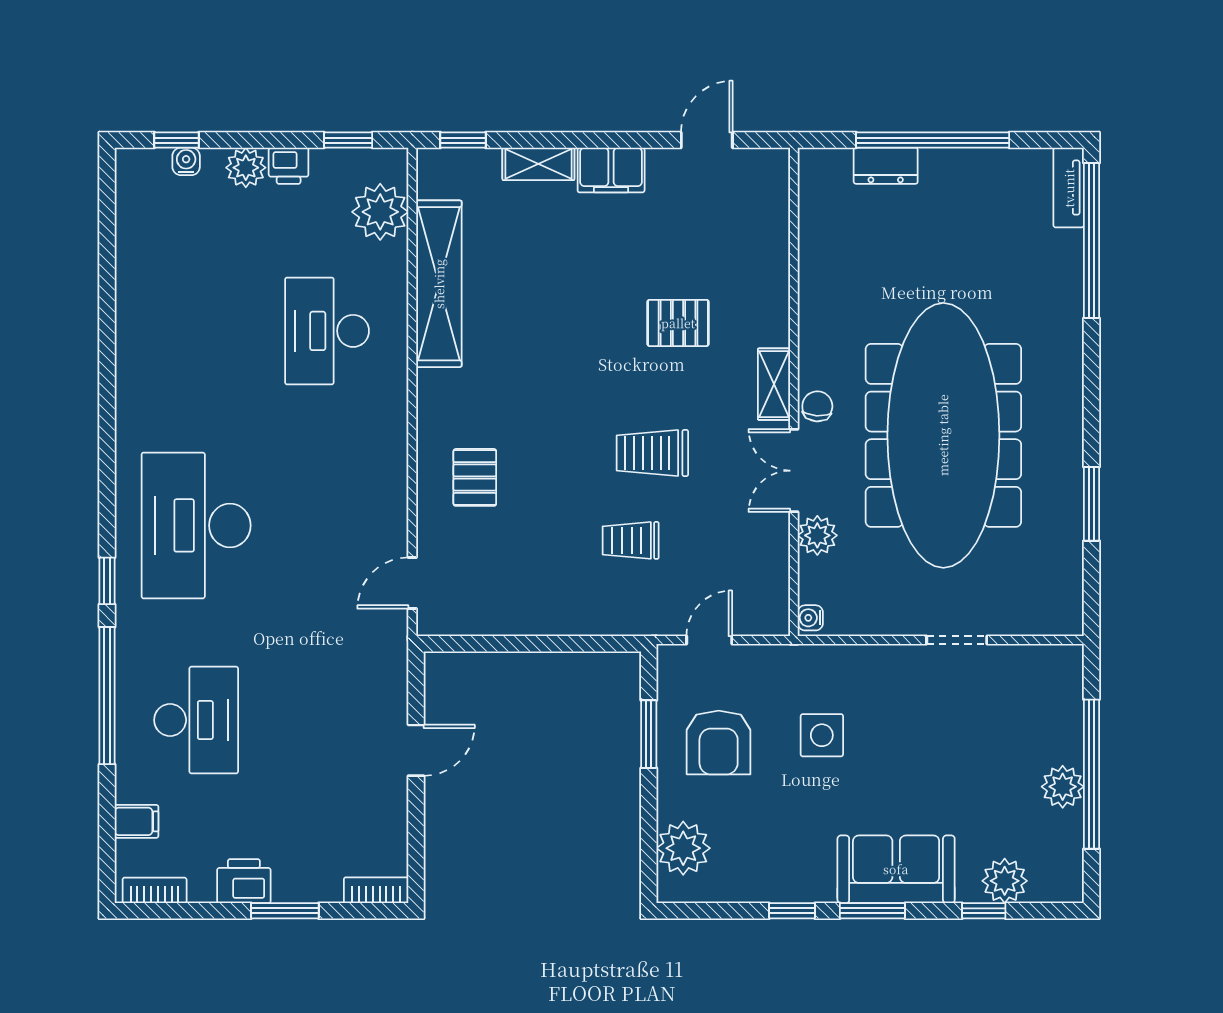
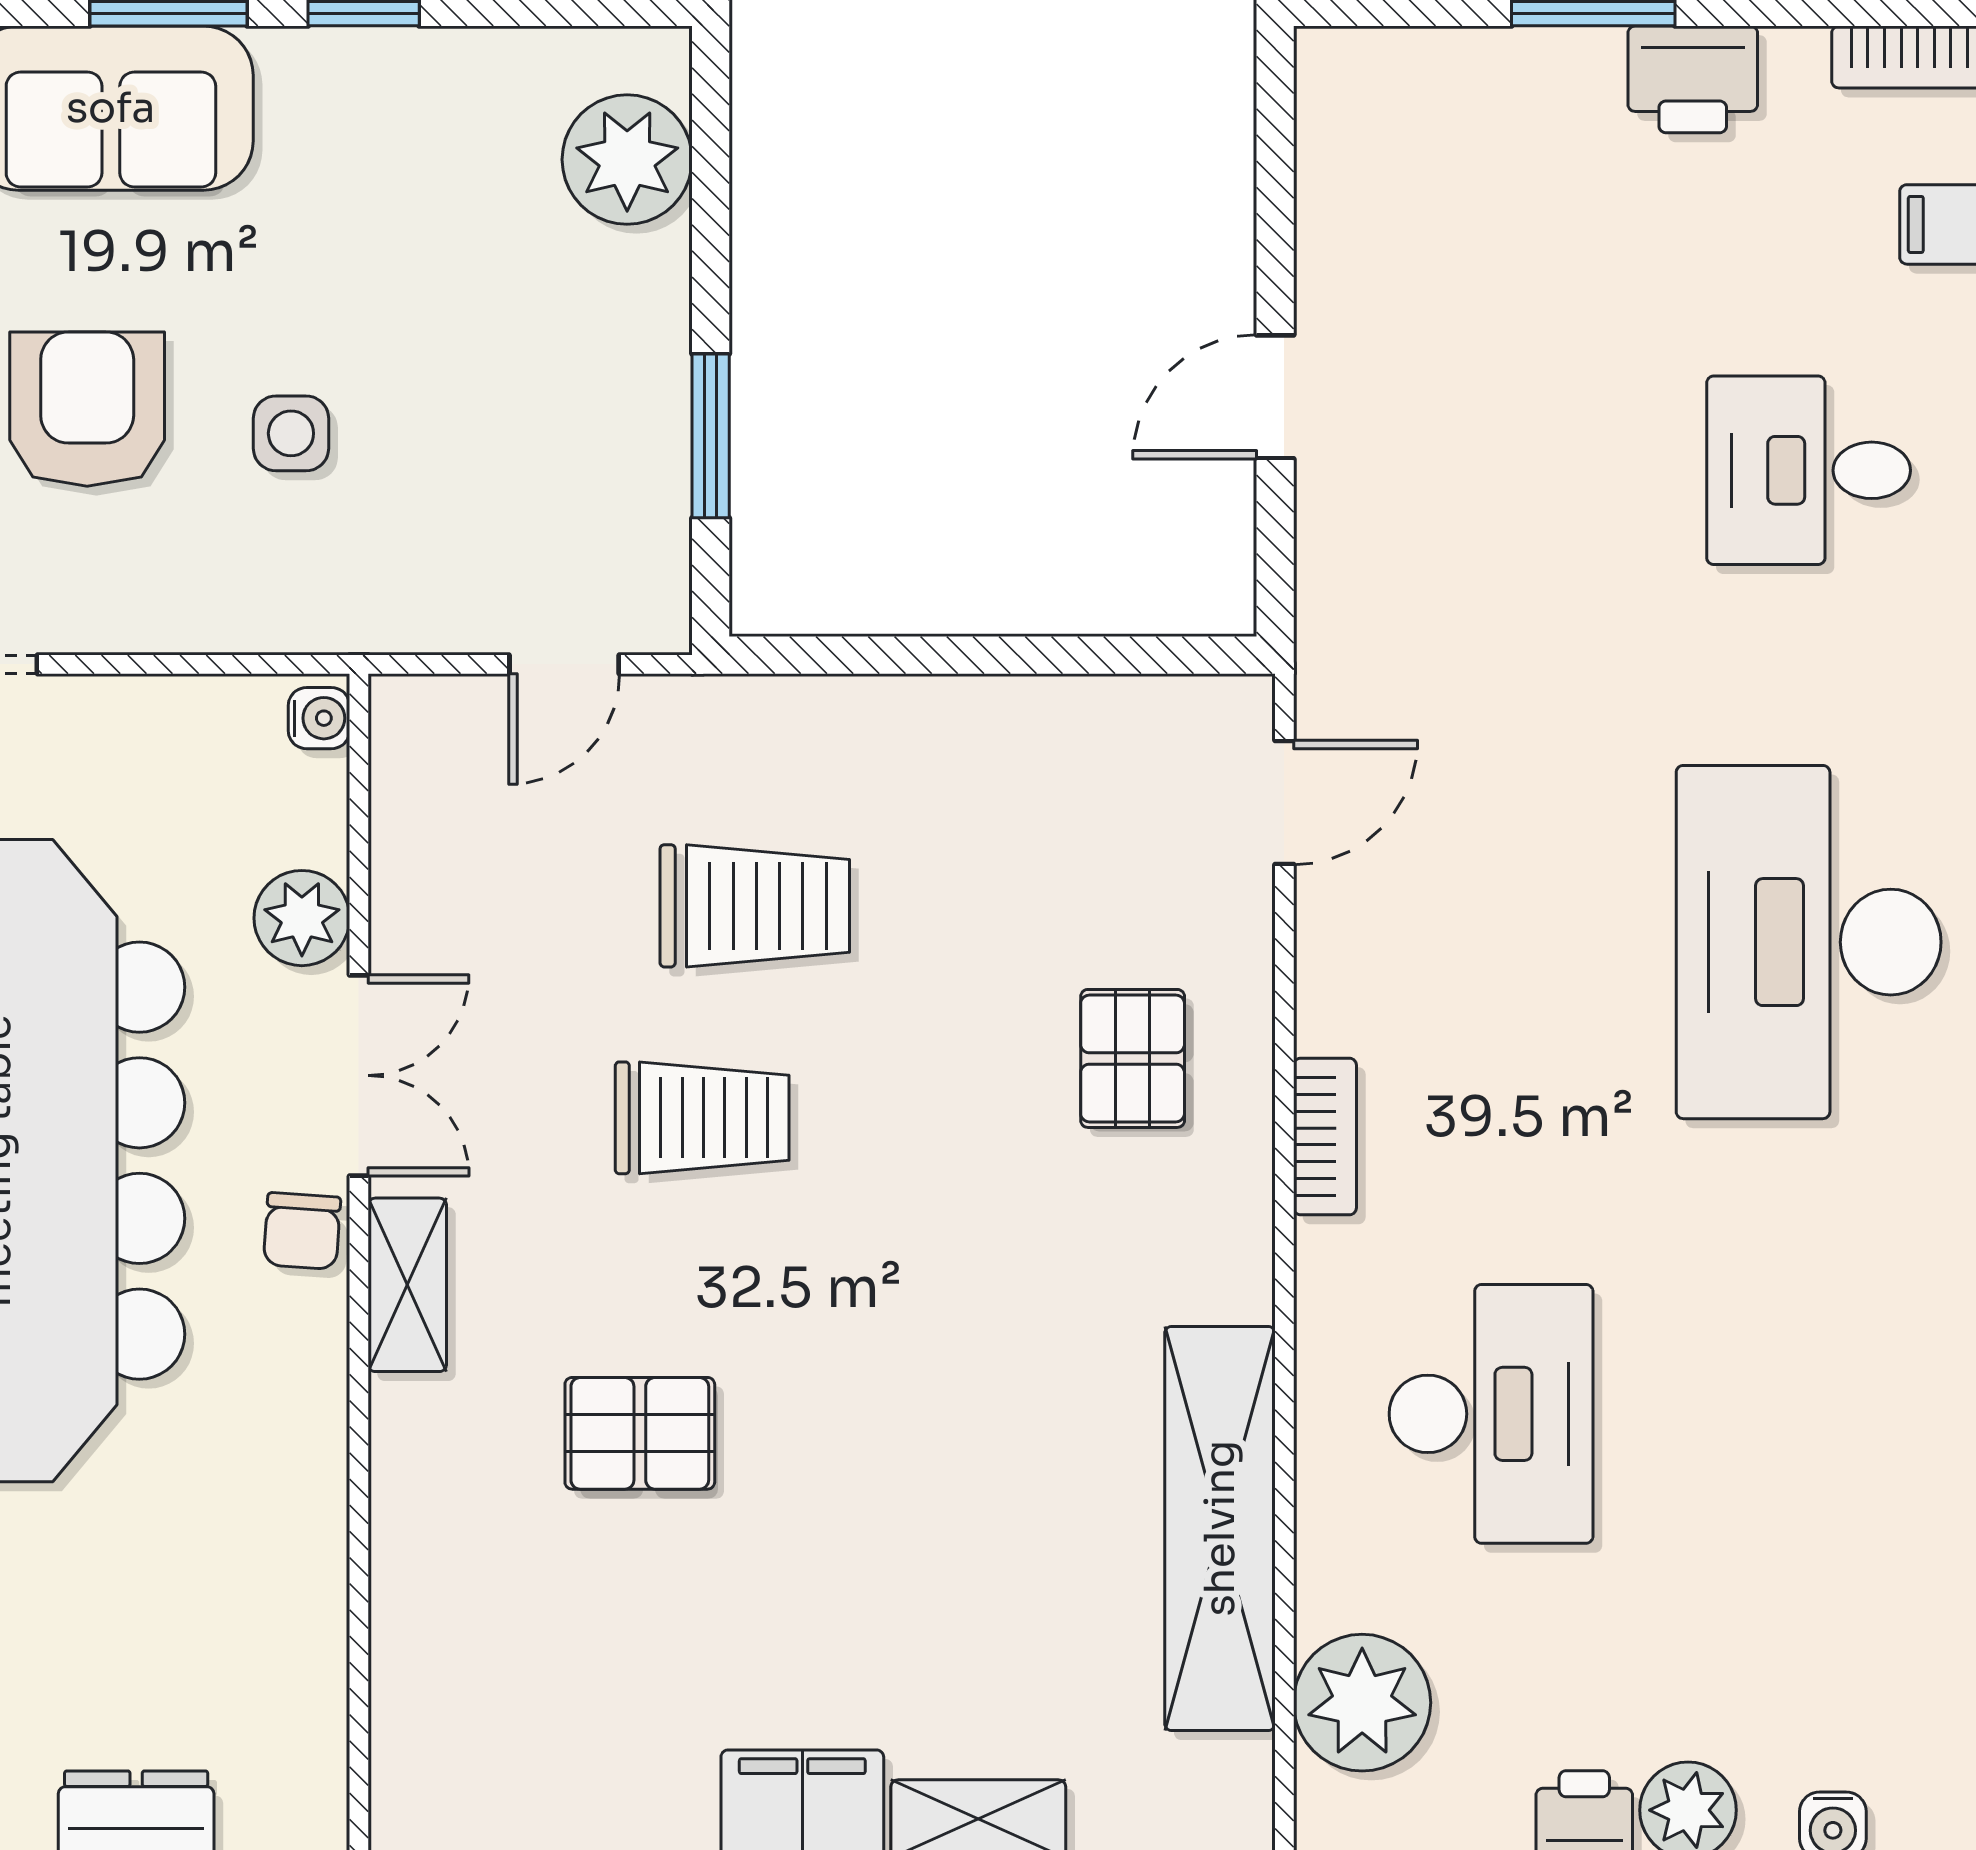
desk: (196, 525) -> (1809, 942), turned 180
trolley: (631, 540) -> (755, 906), width x1.36, depth x1.39
desk: (196, 720) -> (1809, 470), width x0.73
side table: (822, 735) -> (291, 433), width x0.73, depth x0.73
armchair: (719, 743) -> (87, 409), moved
bookcase: (376, 890) -> (1325, 1136), moved, turned -90

